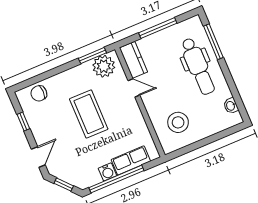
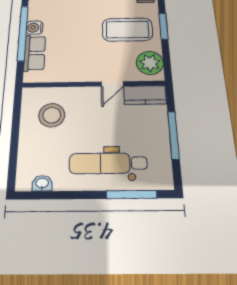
window: (92, 56) -> (163, 26), moved
coffee table: (89, 114) -> (127, 30), moved

